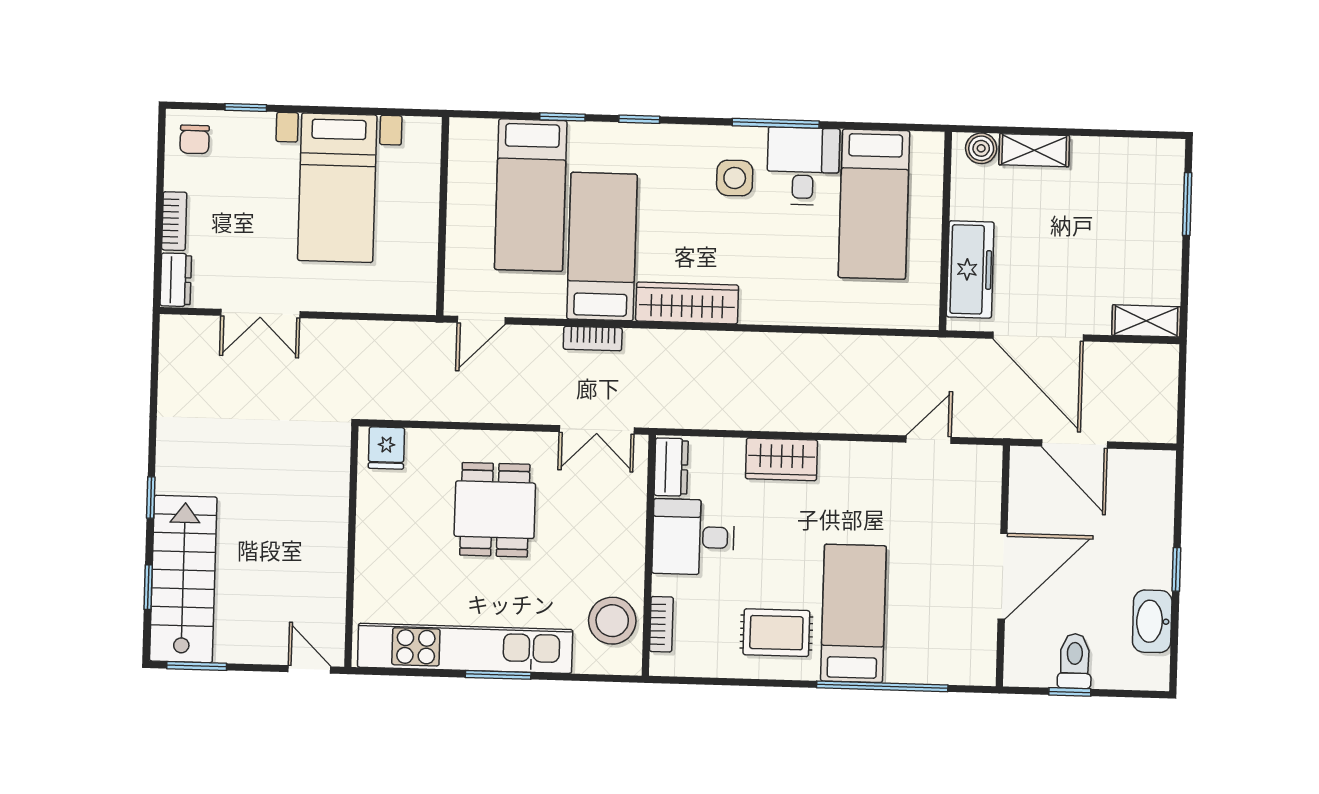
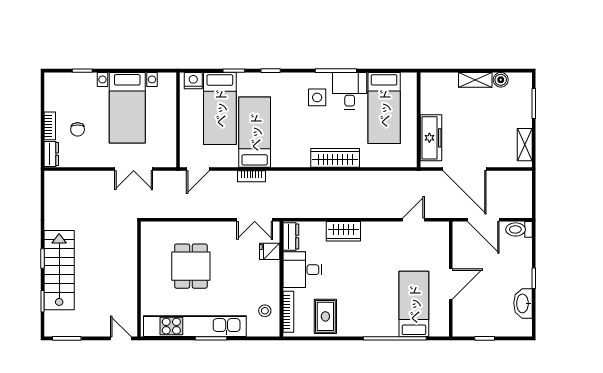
nightstand: (477, 135) -> (193, 81), added
chair: (195, 139) -> (78, 129), moved
boiler: (981, 148) -> (501, 80), moved
shelving: (1034, 150) -> (475, 80), moved
wardrobe: (687, 303) -> (335, 158), moved
double door: (260, 314) -> (134, 169), moved
shelving: (1146, 321) -> (525, 145), moved, turned 90
fridge: (386, 448) -> (270, 251), moved, turned 90
dining table: (495, 510) -> (191, 266), moved
door: (1003, 576) -> (451, 284), width x0.73
stairs: (183, 579) -> (59, 270), moved
bed: (853, 613) -> (414, 304), moved
stool: (612, 621) -> (265, 311), width x0.53, depth x0.53
bookcase: (661, 624) -> (288, 312), width x1.56
rug: (776, 633) -> (325, 316), moved, turned 90
toilet: (1075, 661) -> (519, 229), moved, turned -90

